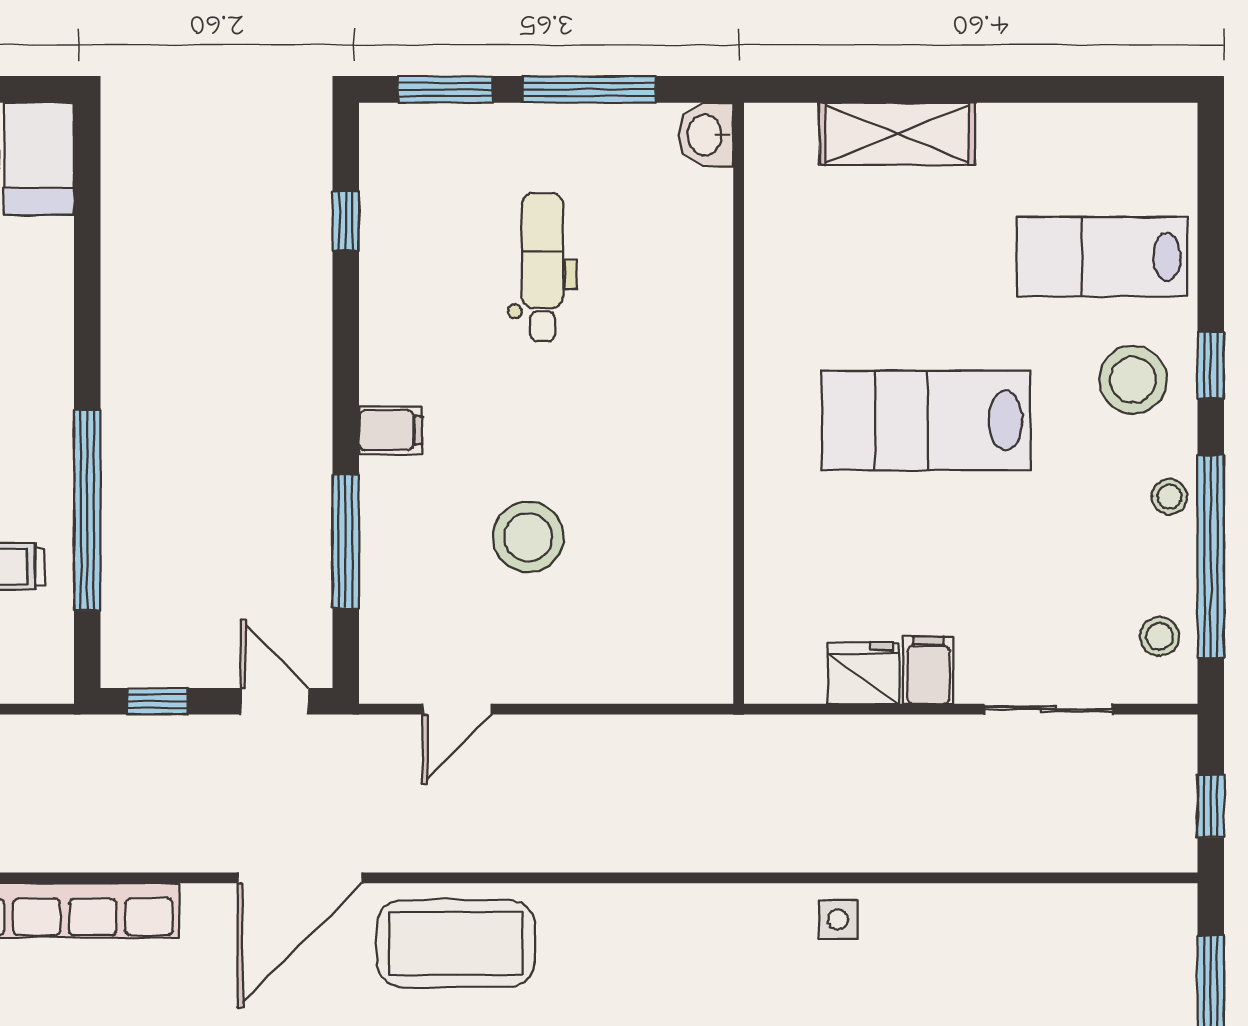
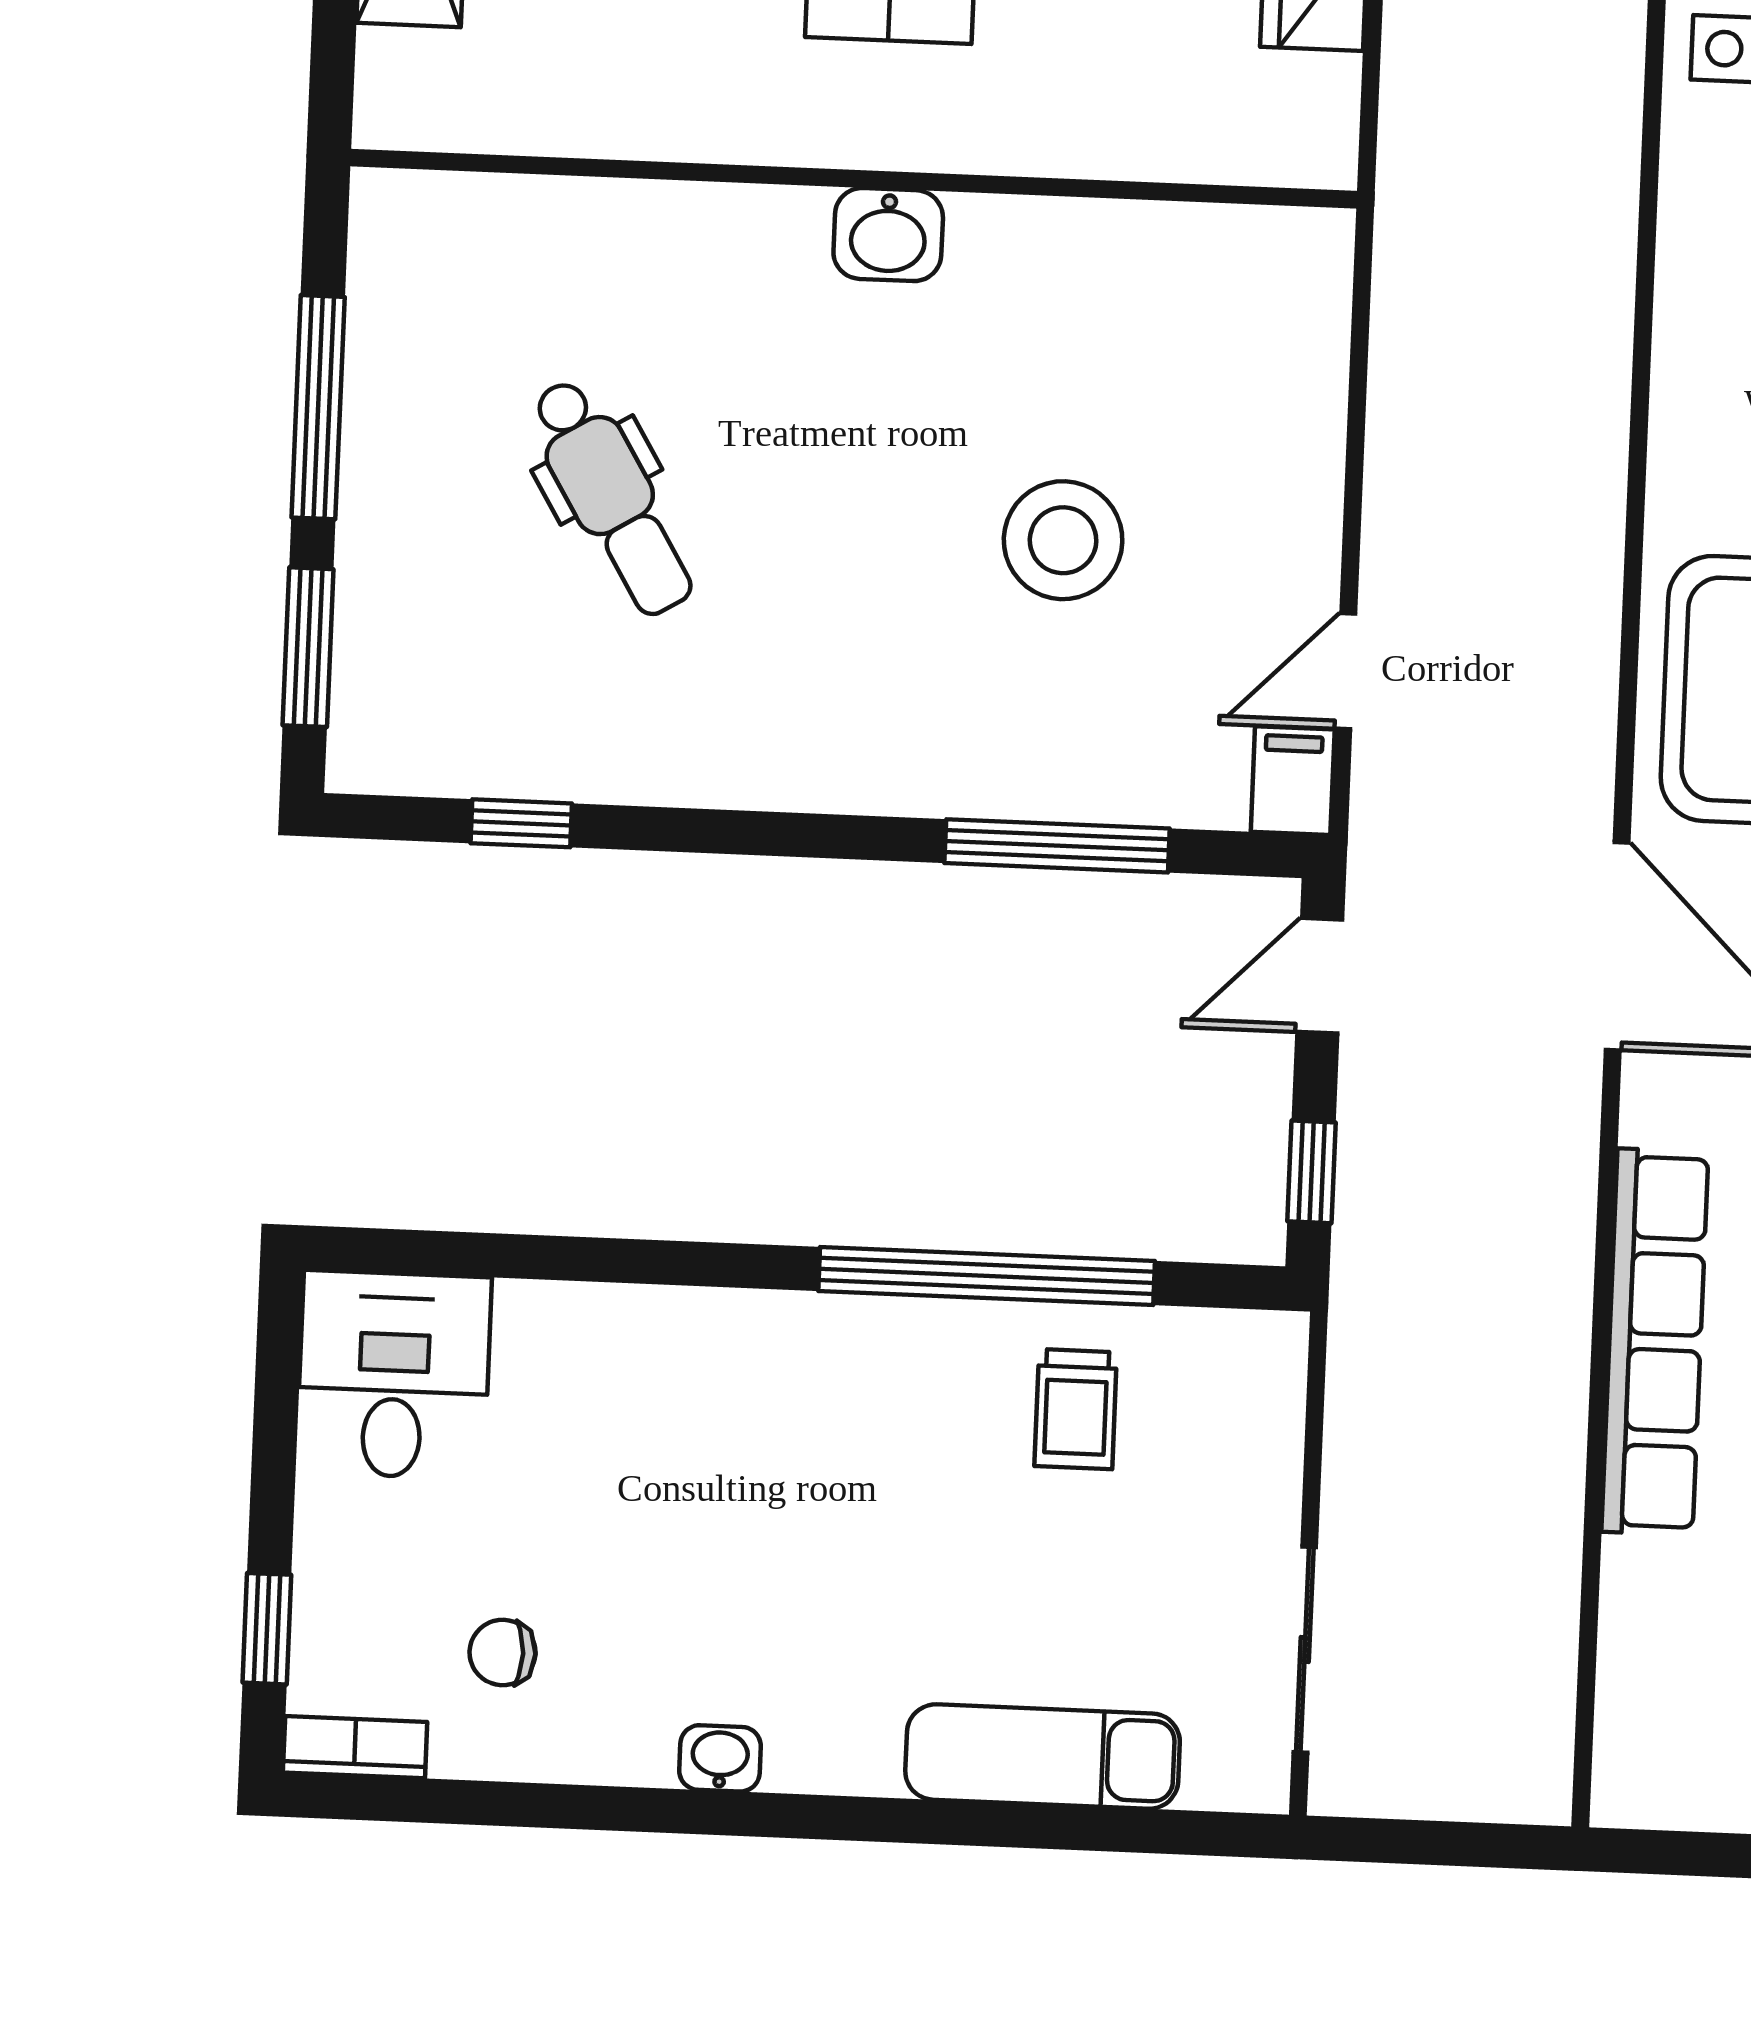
washbasin: (706, 135) -> (888, 235), moved
dental chair: (542, 267) -> (612, 497), turned -121
filing cabinet: (391, 430) -> (1293, 781), moved
door: (457, 709) -> (1346, 671), swing flipped

